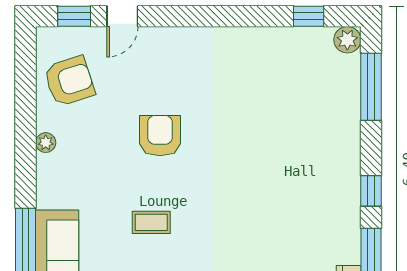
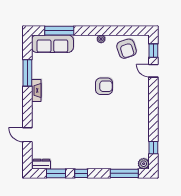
coffee table: (151, 222) -> (68, 83), removed

